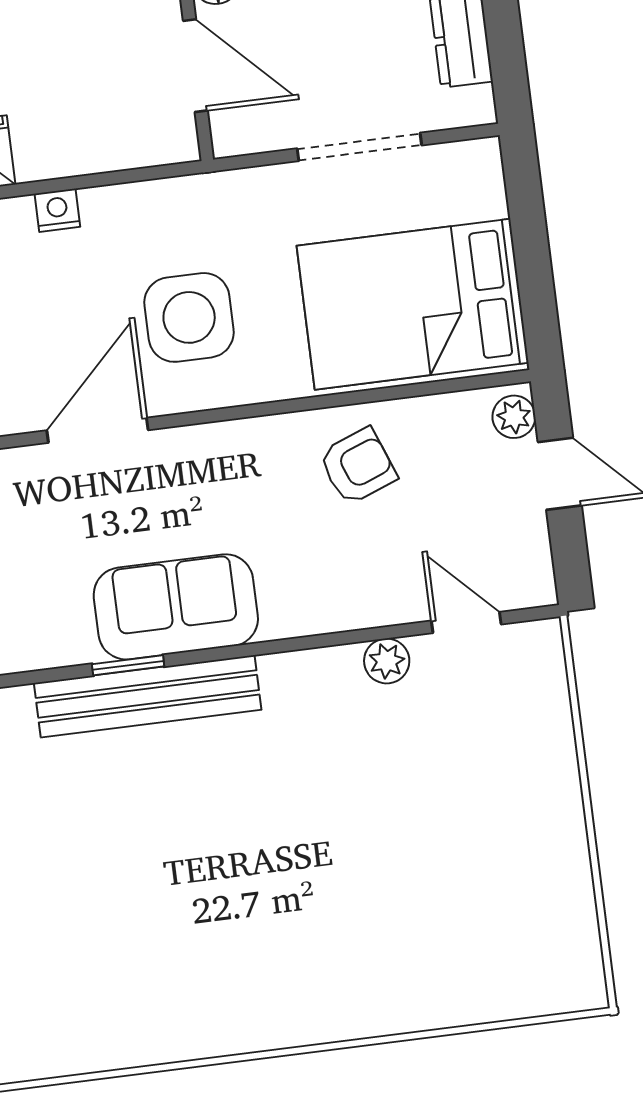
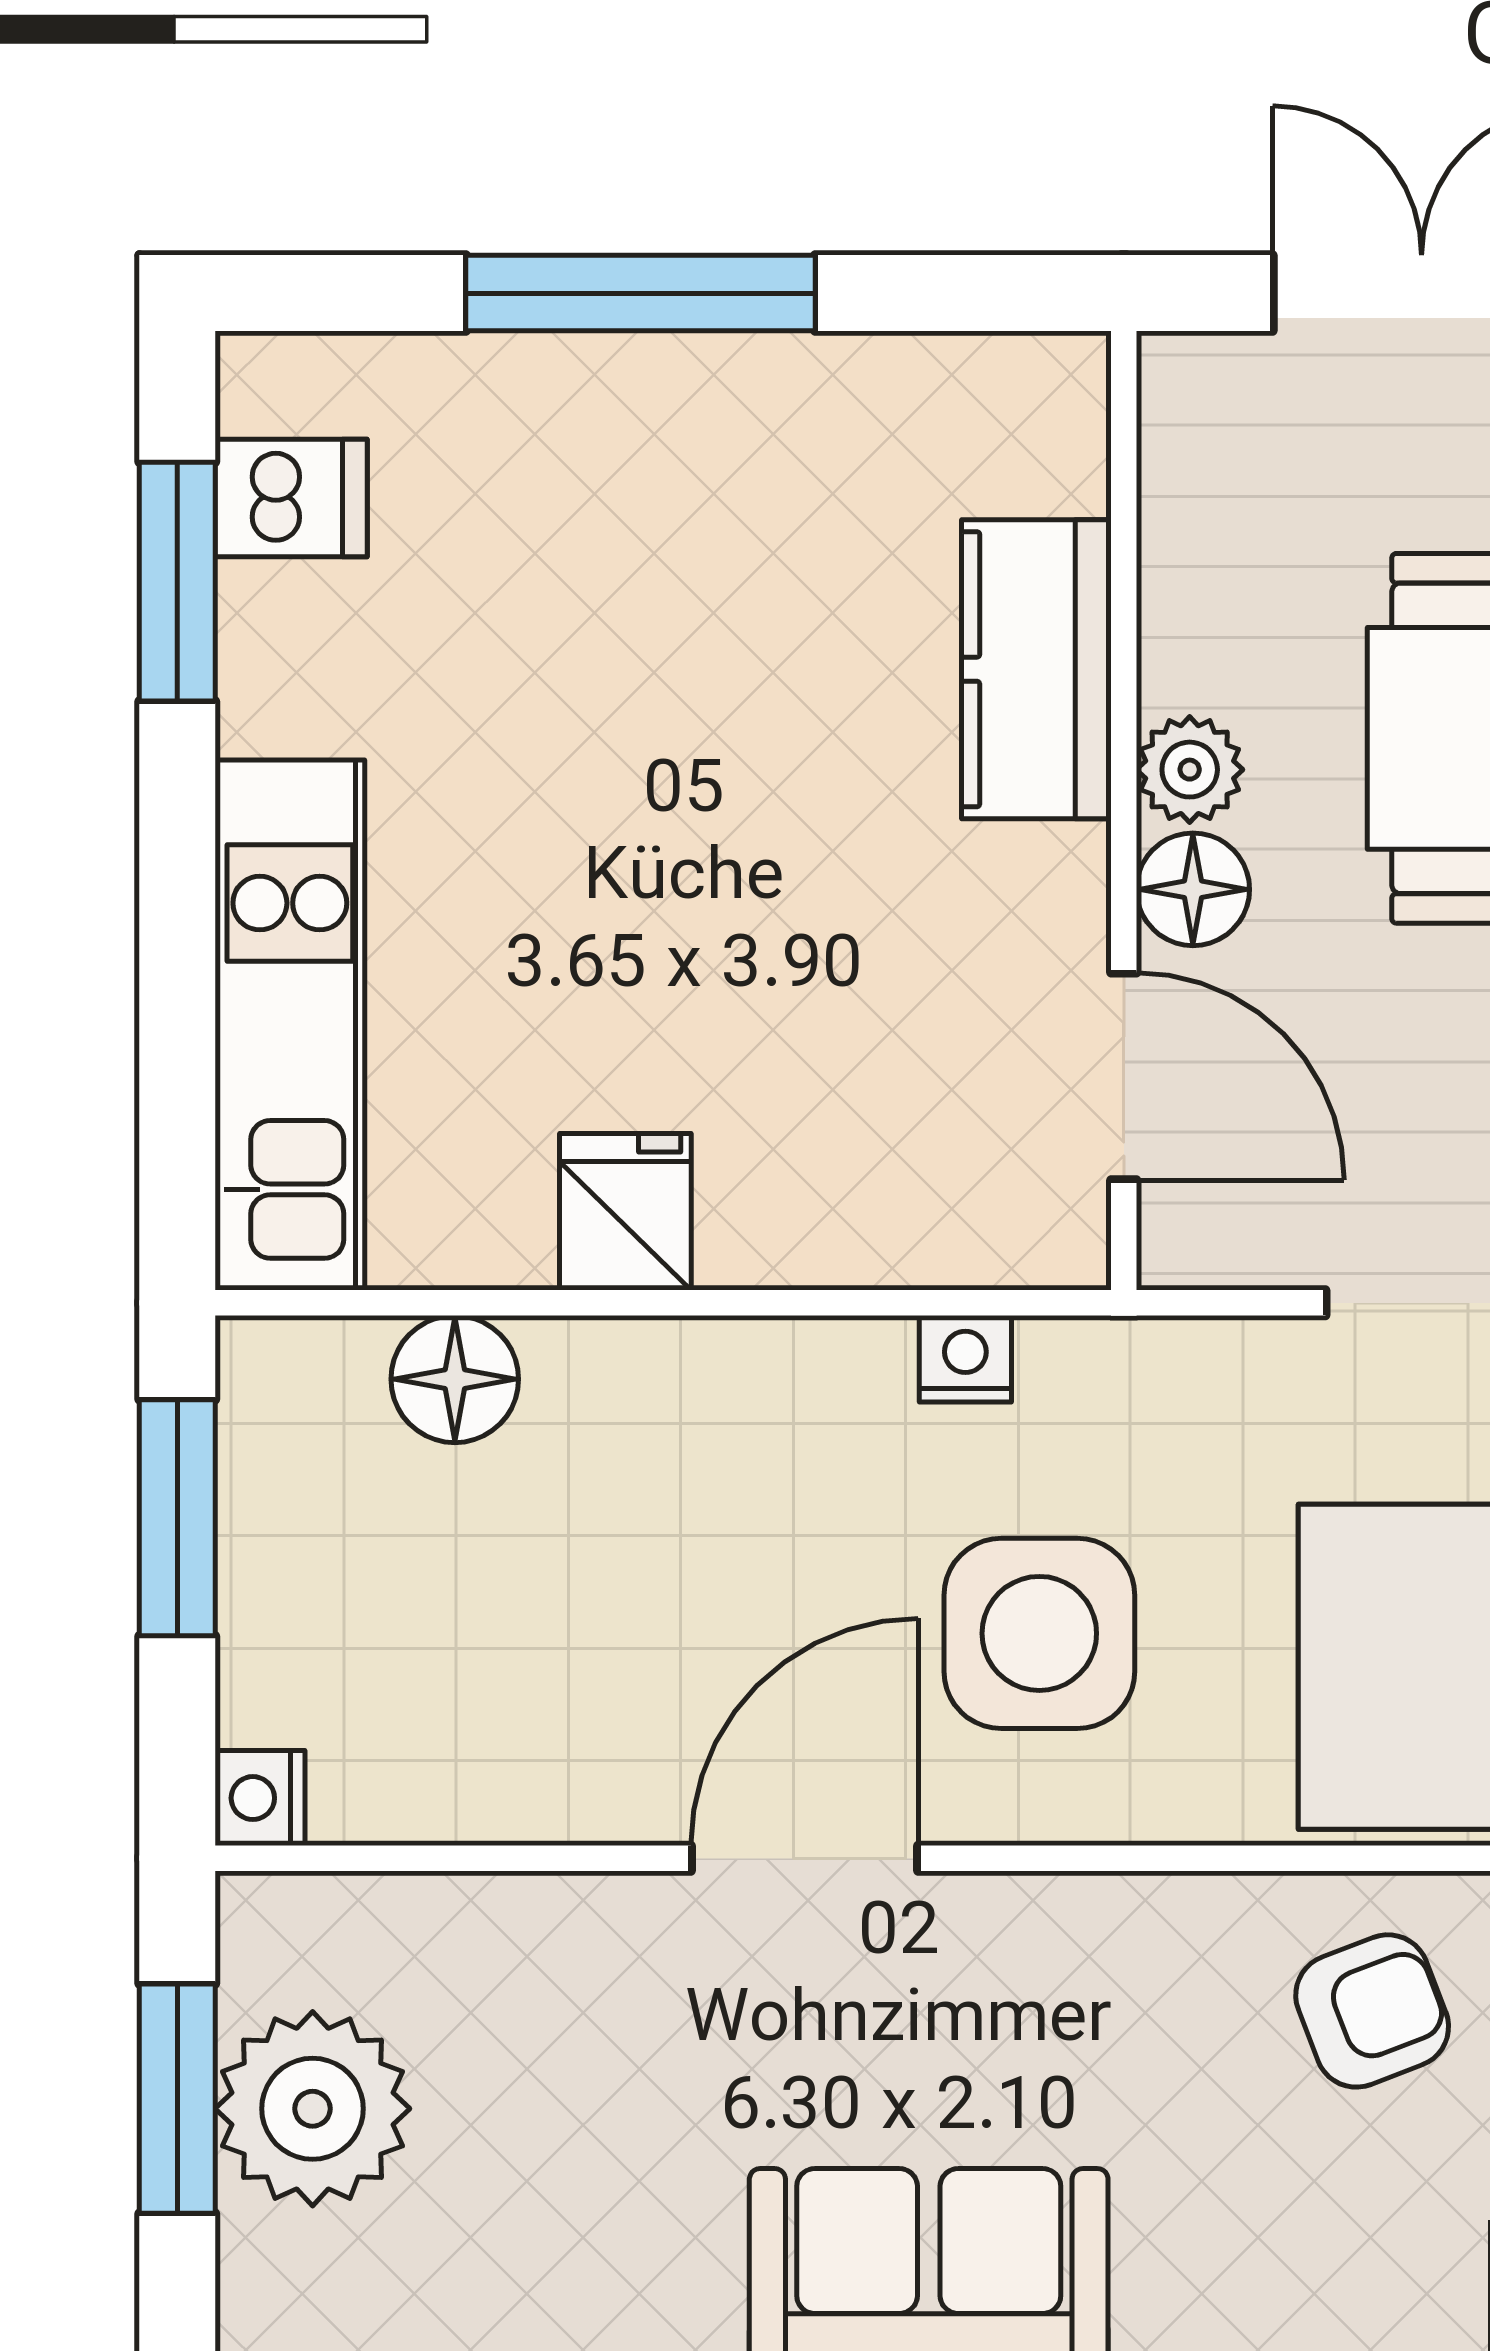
nightstand: (57, 210) -> (965, 1359), moved

